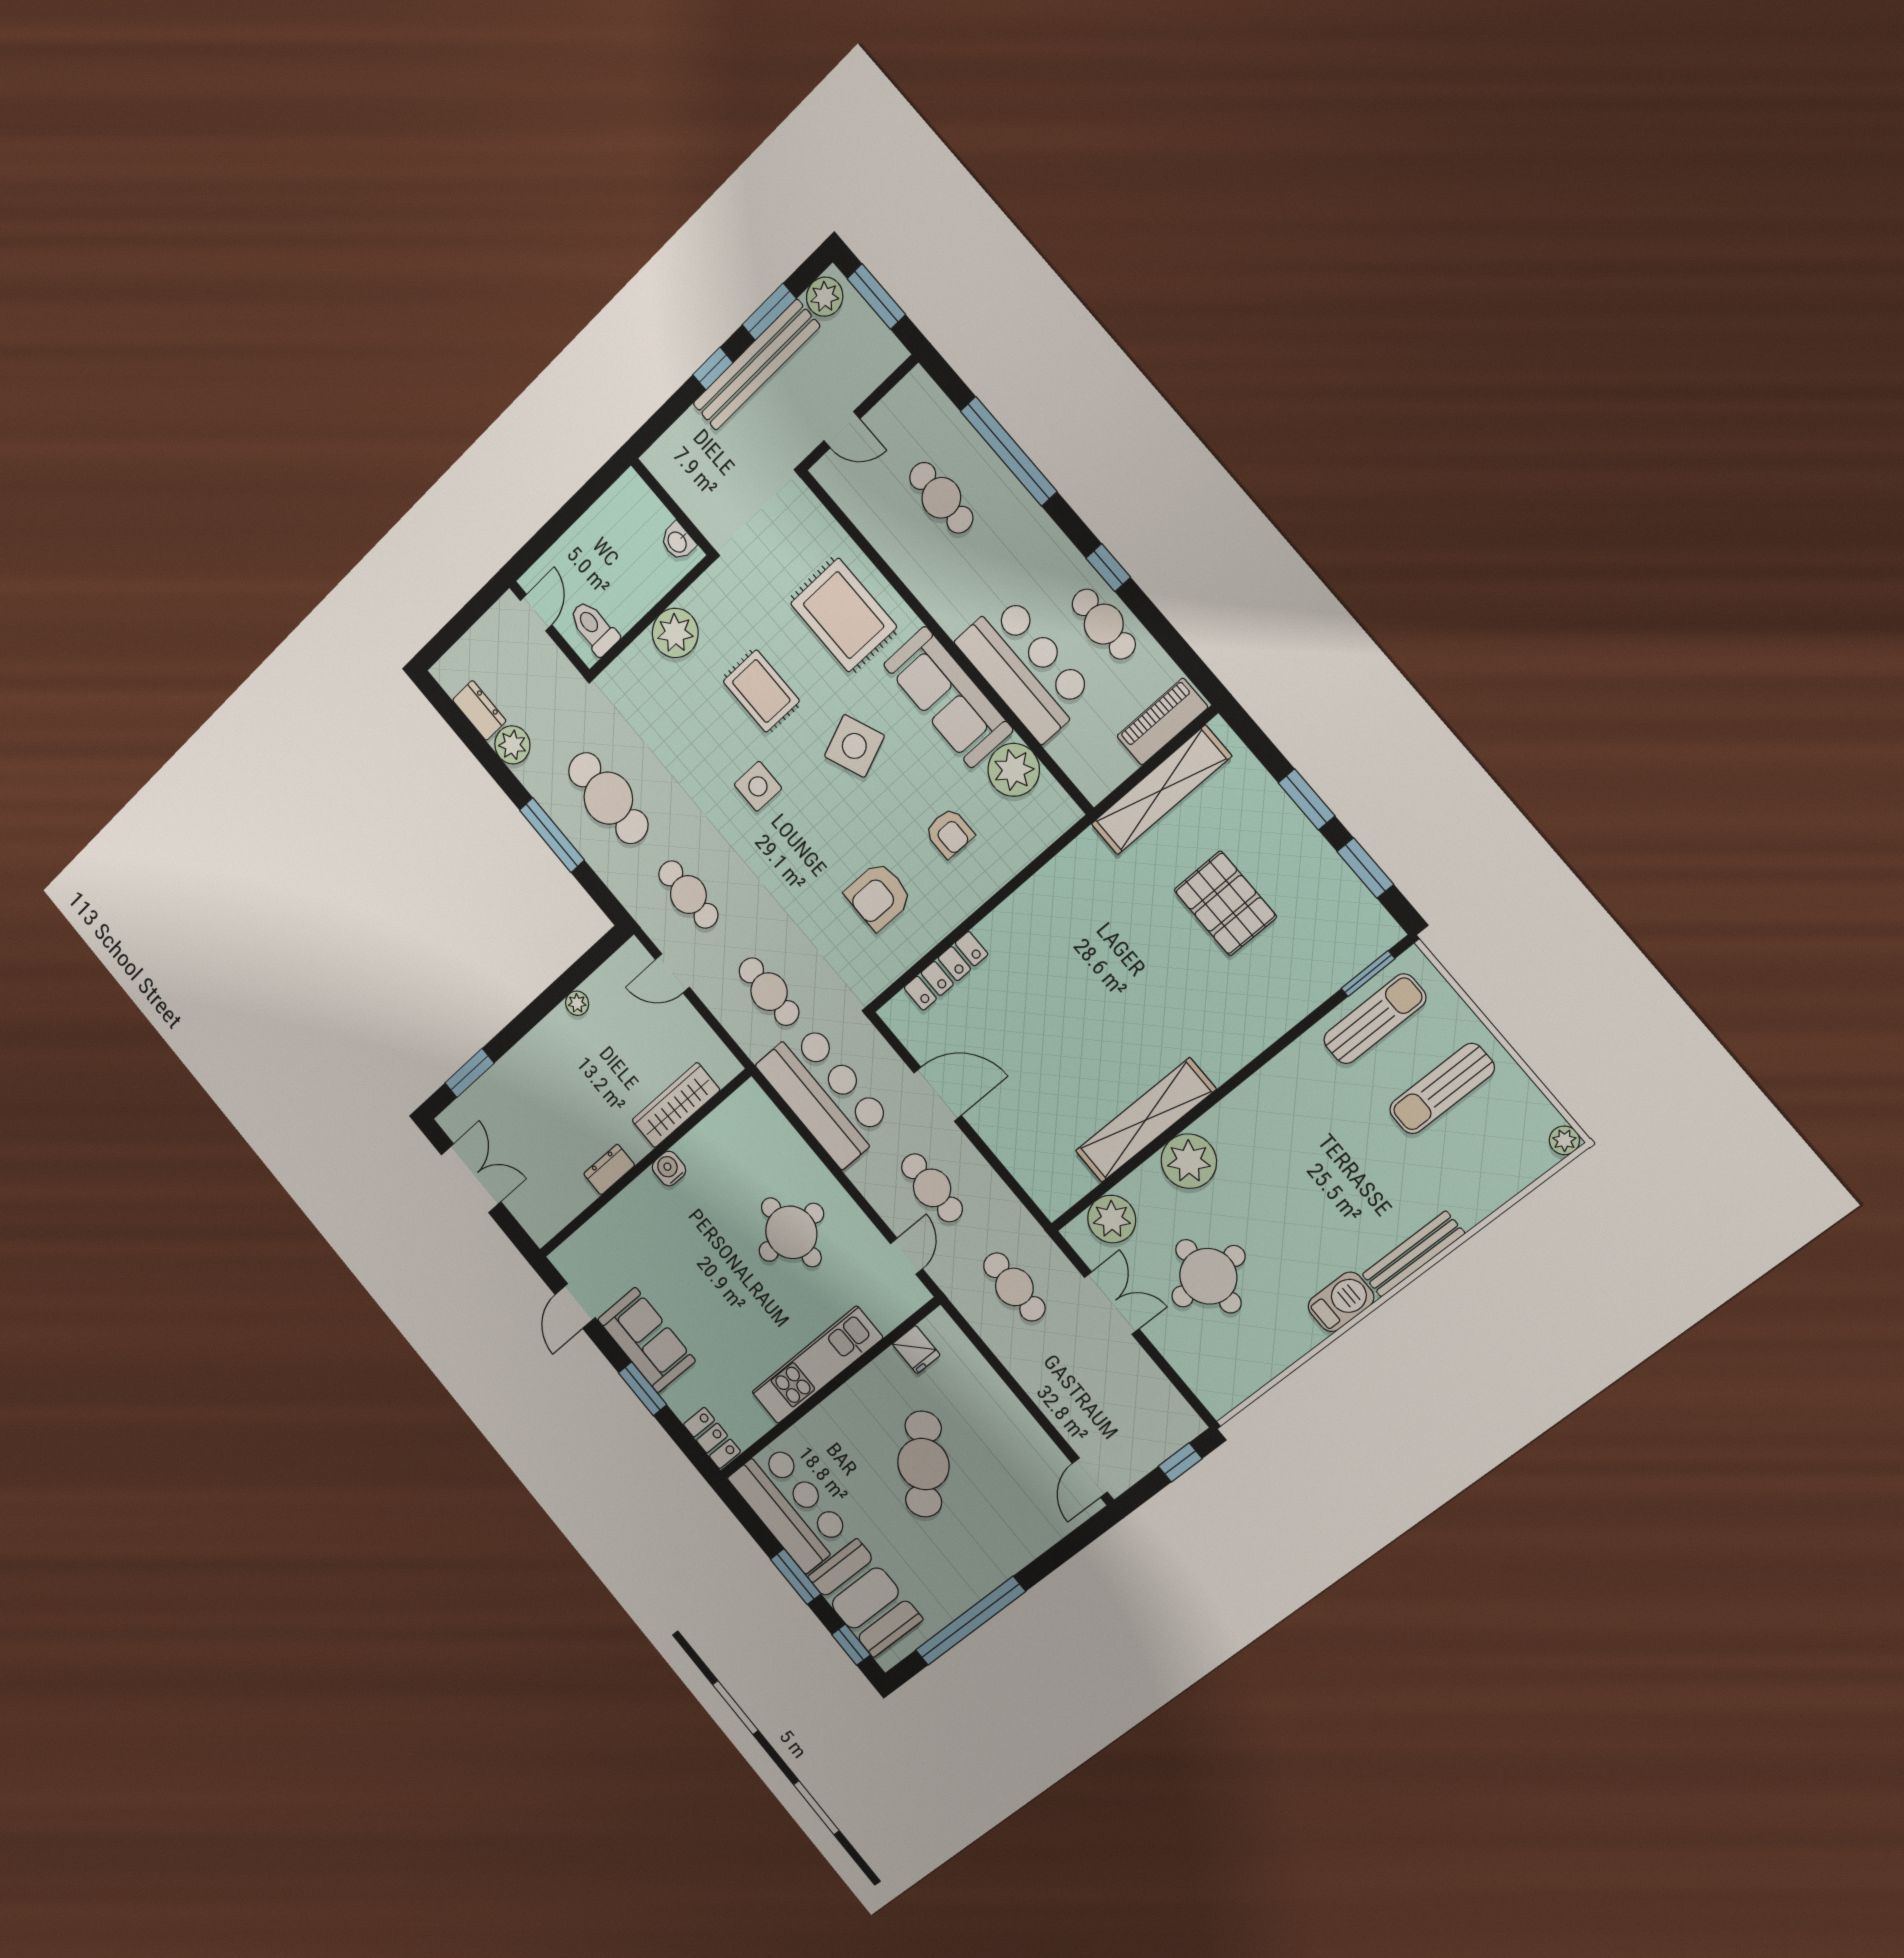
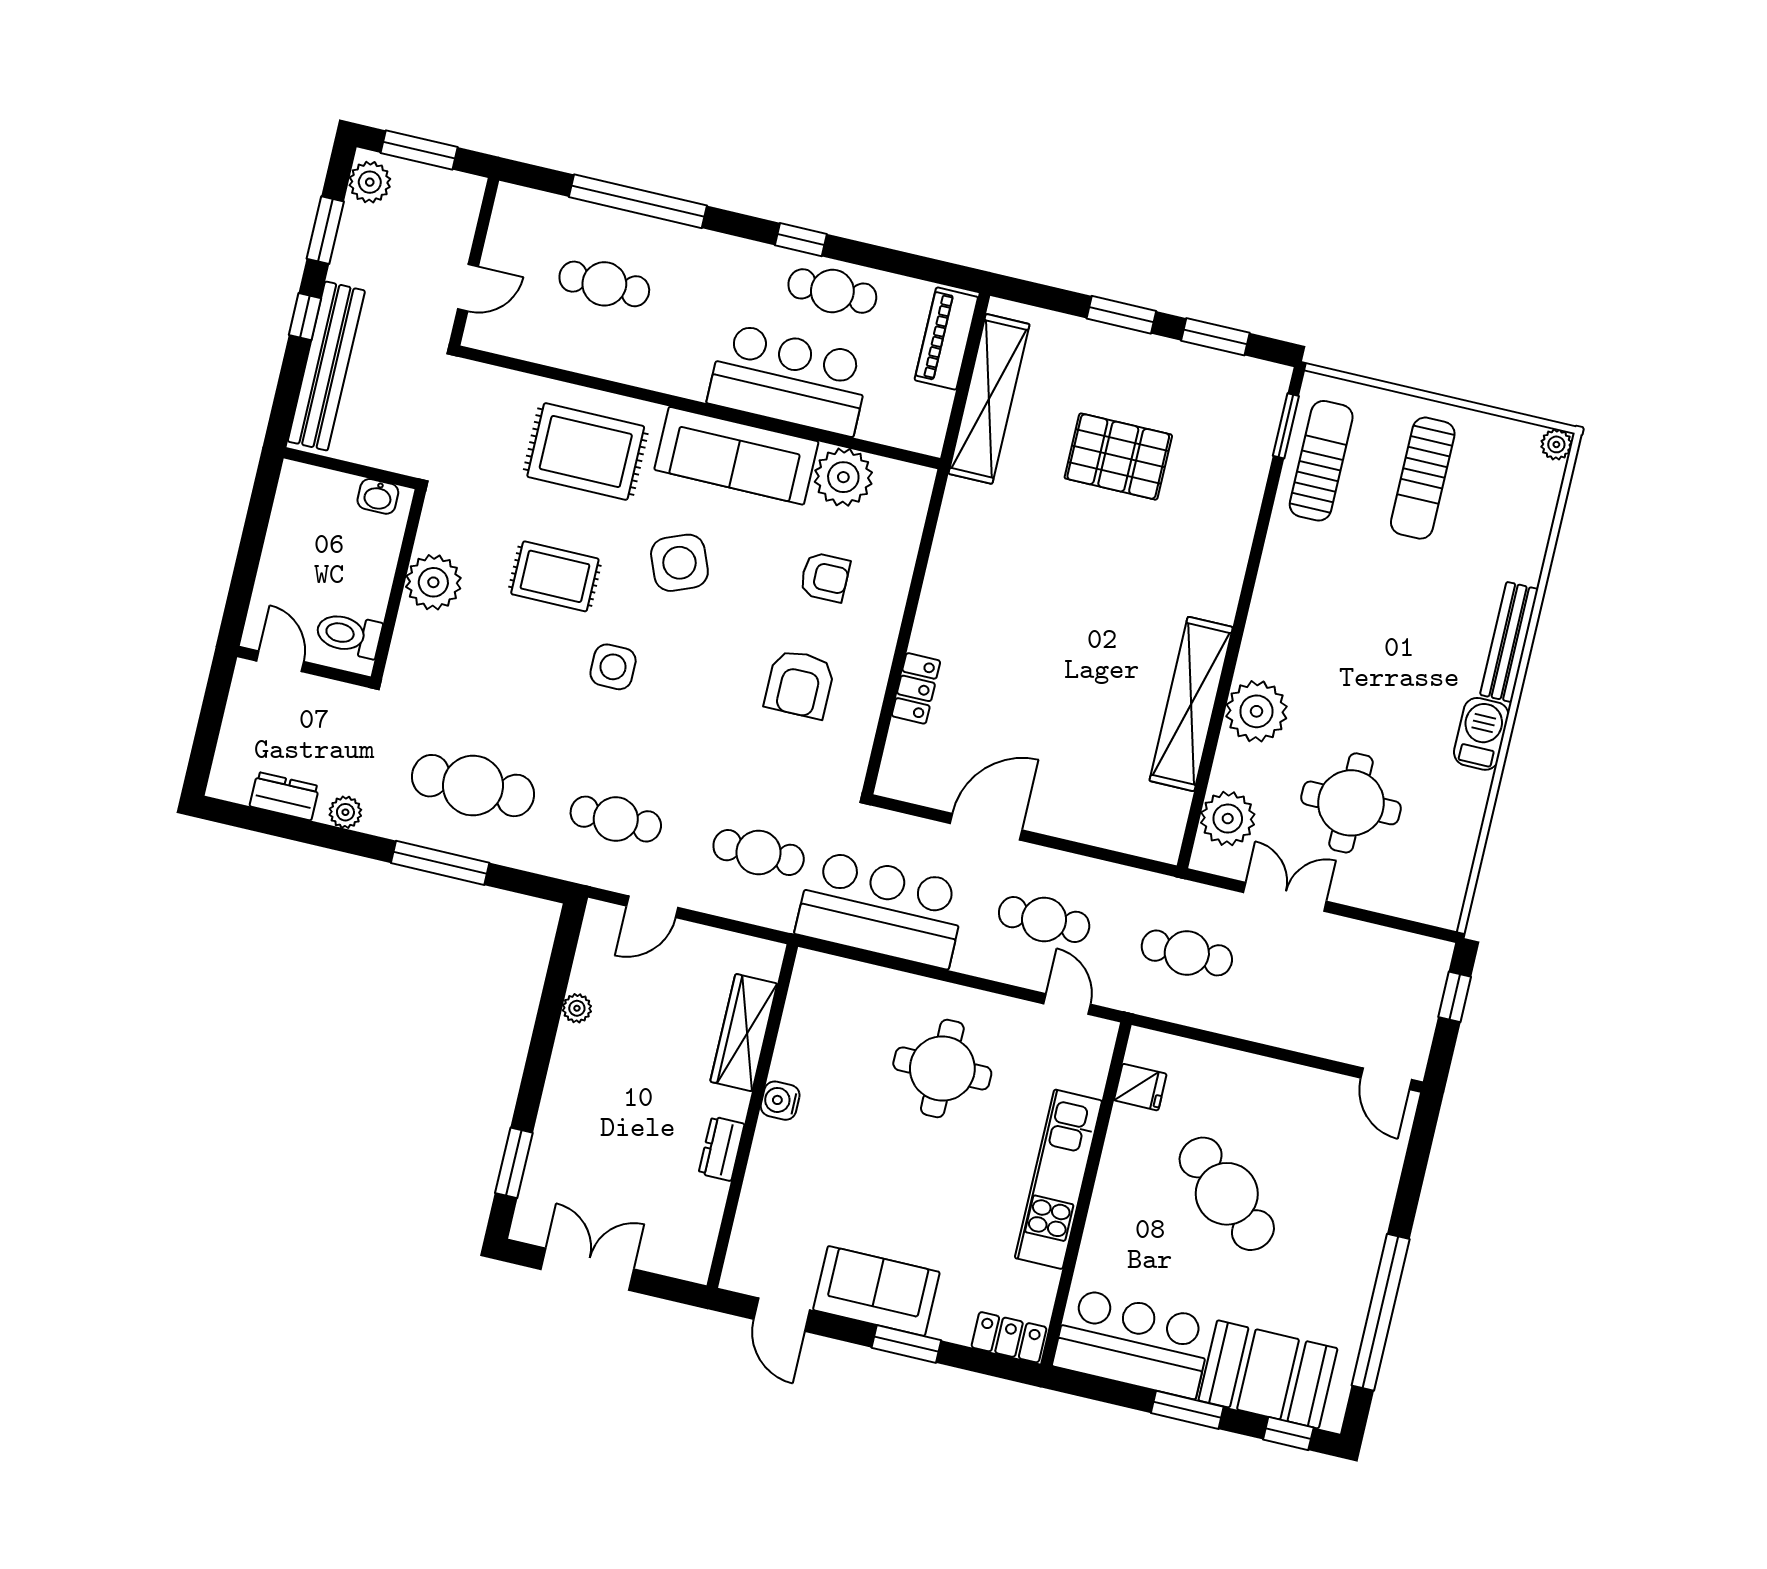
bench: (756, 365) -> (326, 366), moved
plant: (512, 745) -> (345, 812), width x0.73, depth x0.73
locker: (946, 971) -> (916, 688), width x0.66

